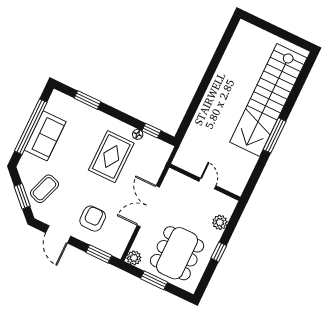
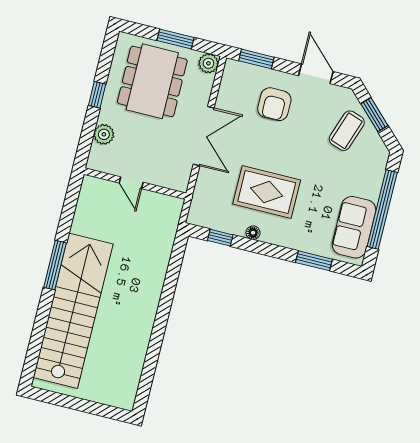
floor lamp: (138, 134) -> (253, 233), moved
sofa: (45, 136) -> (354, 227), moved
rug: (111, 157) -> (267, 192), turned 90

